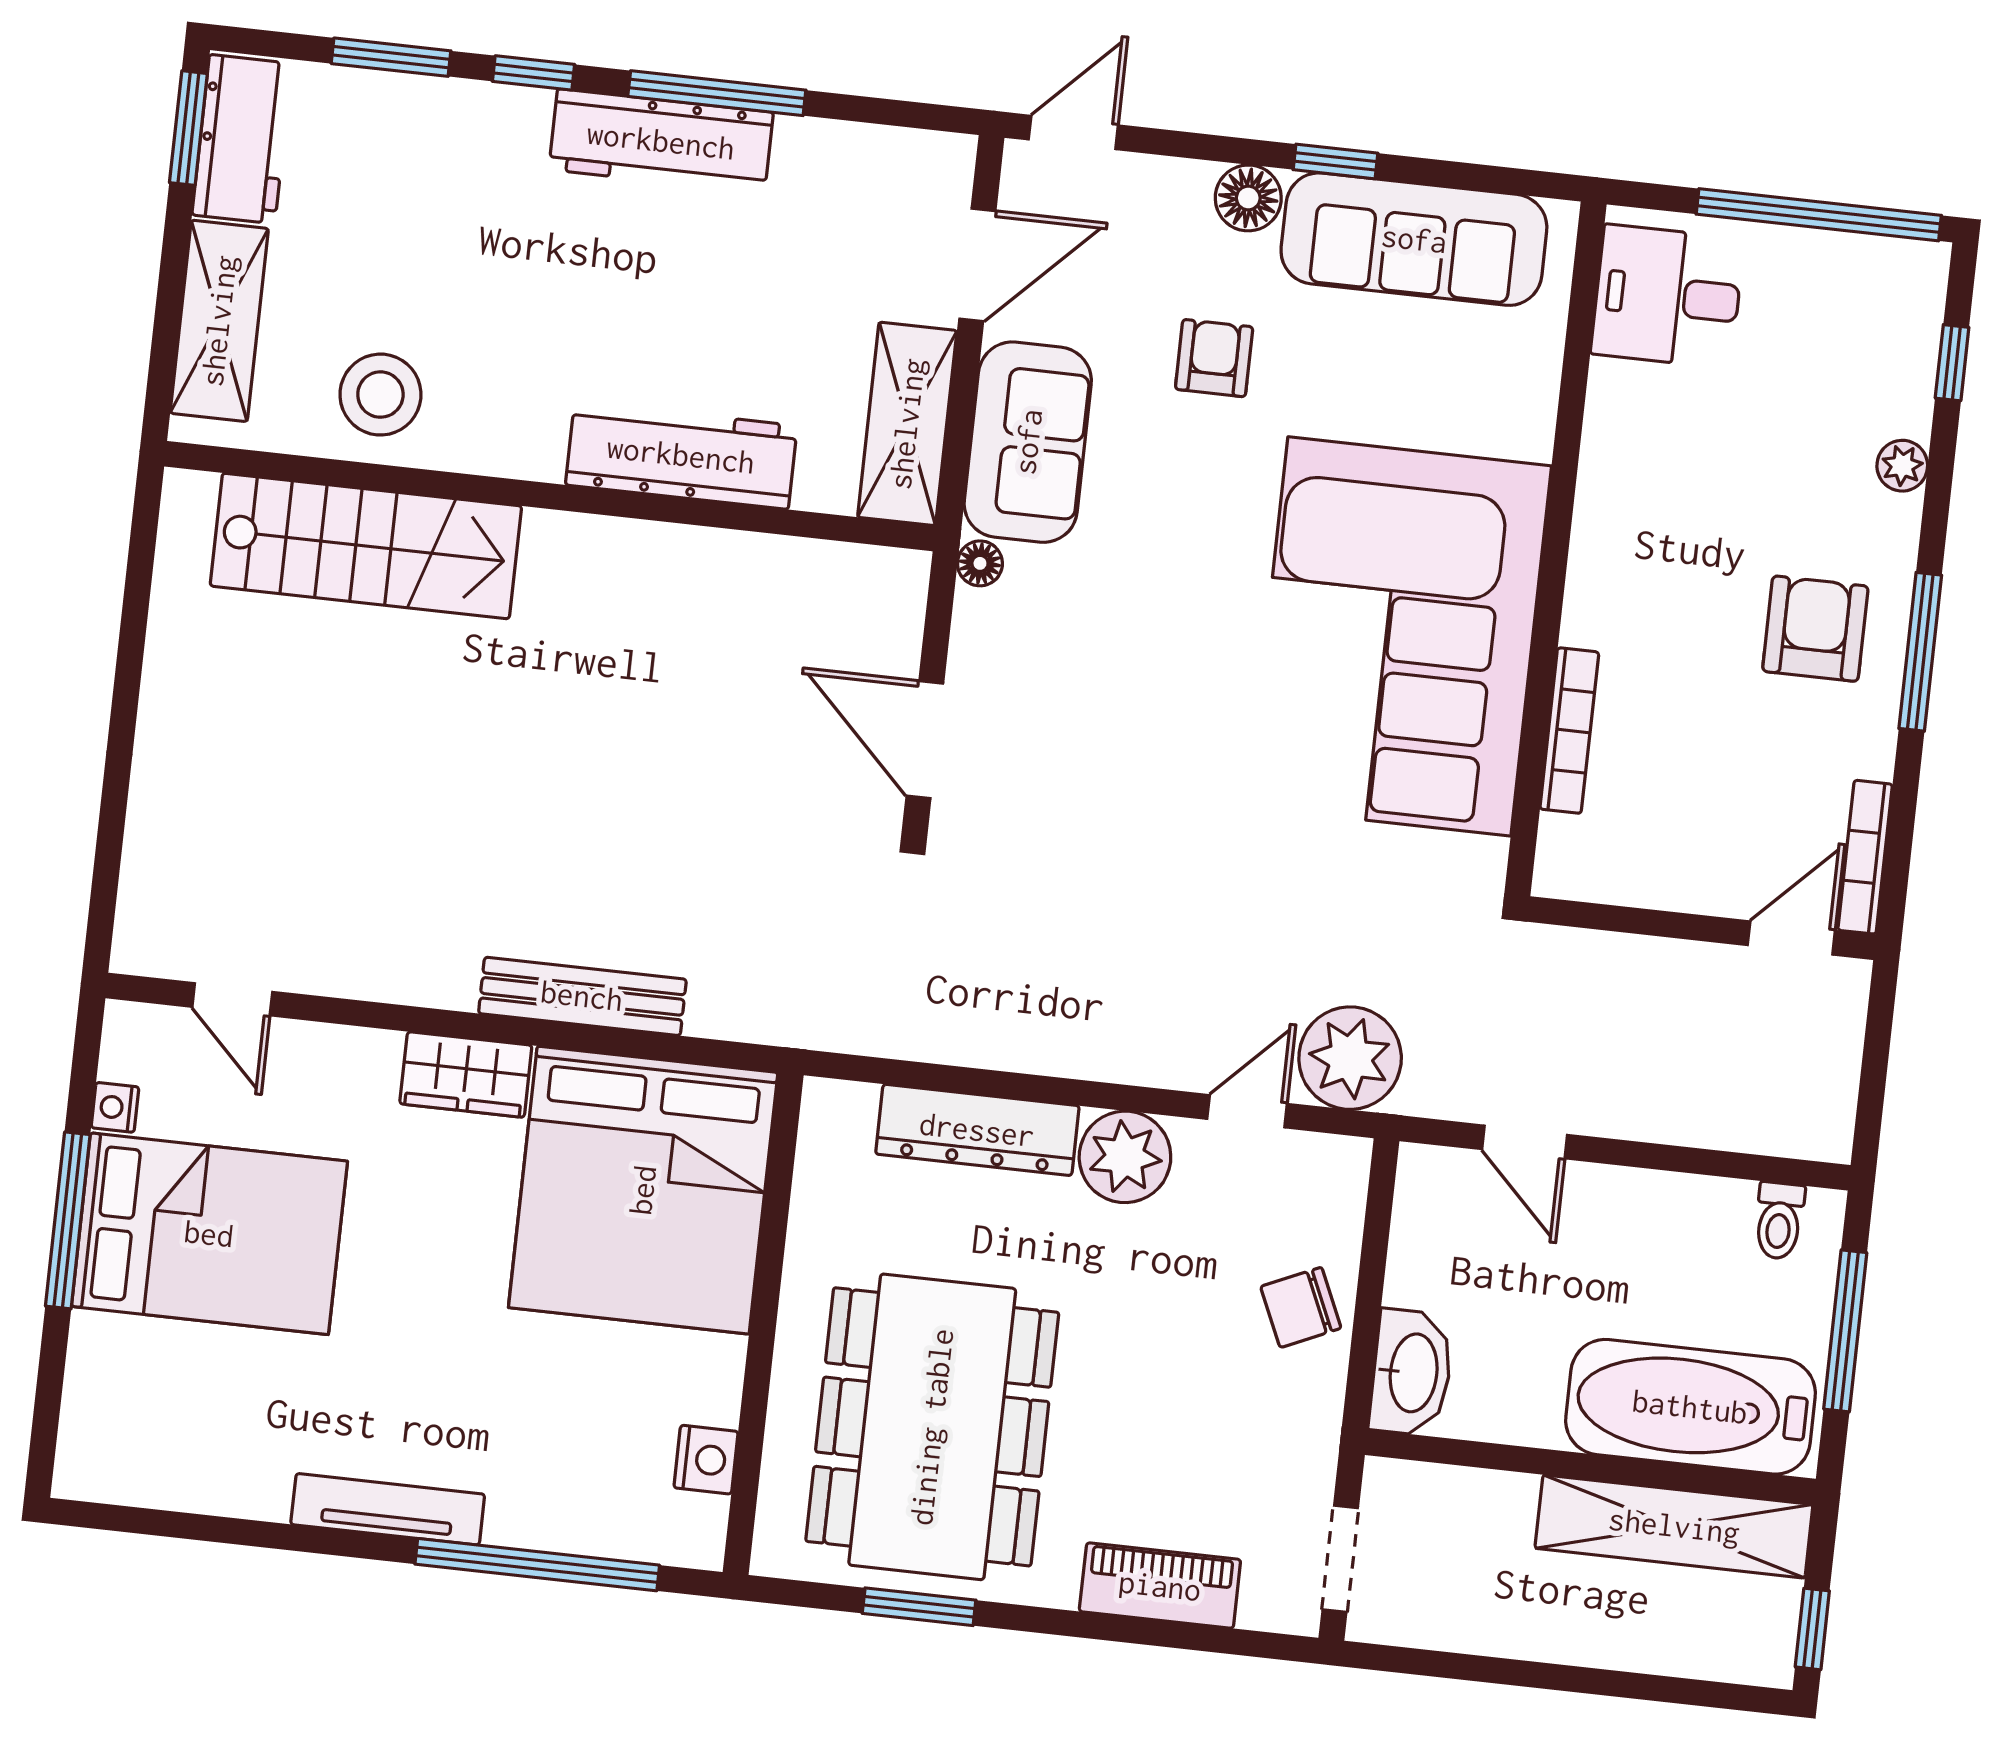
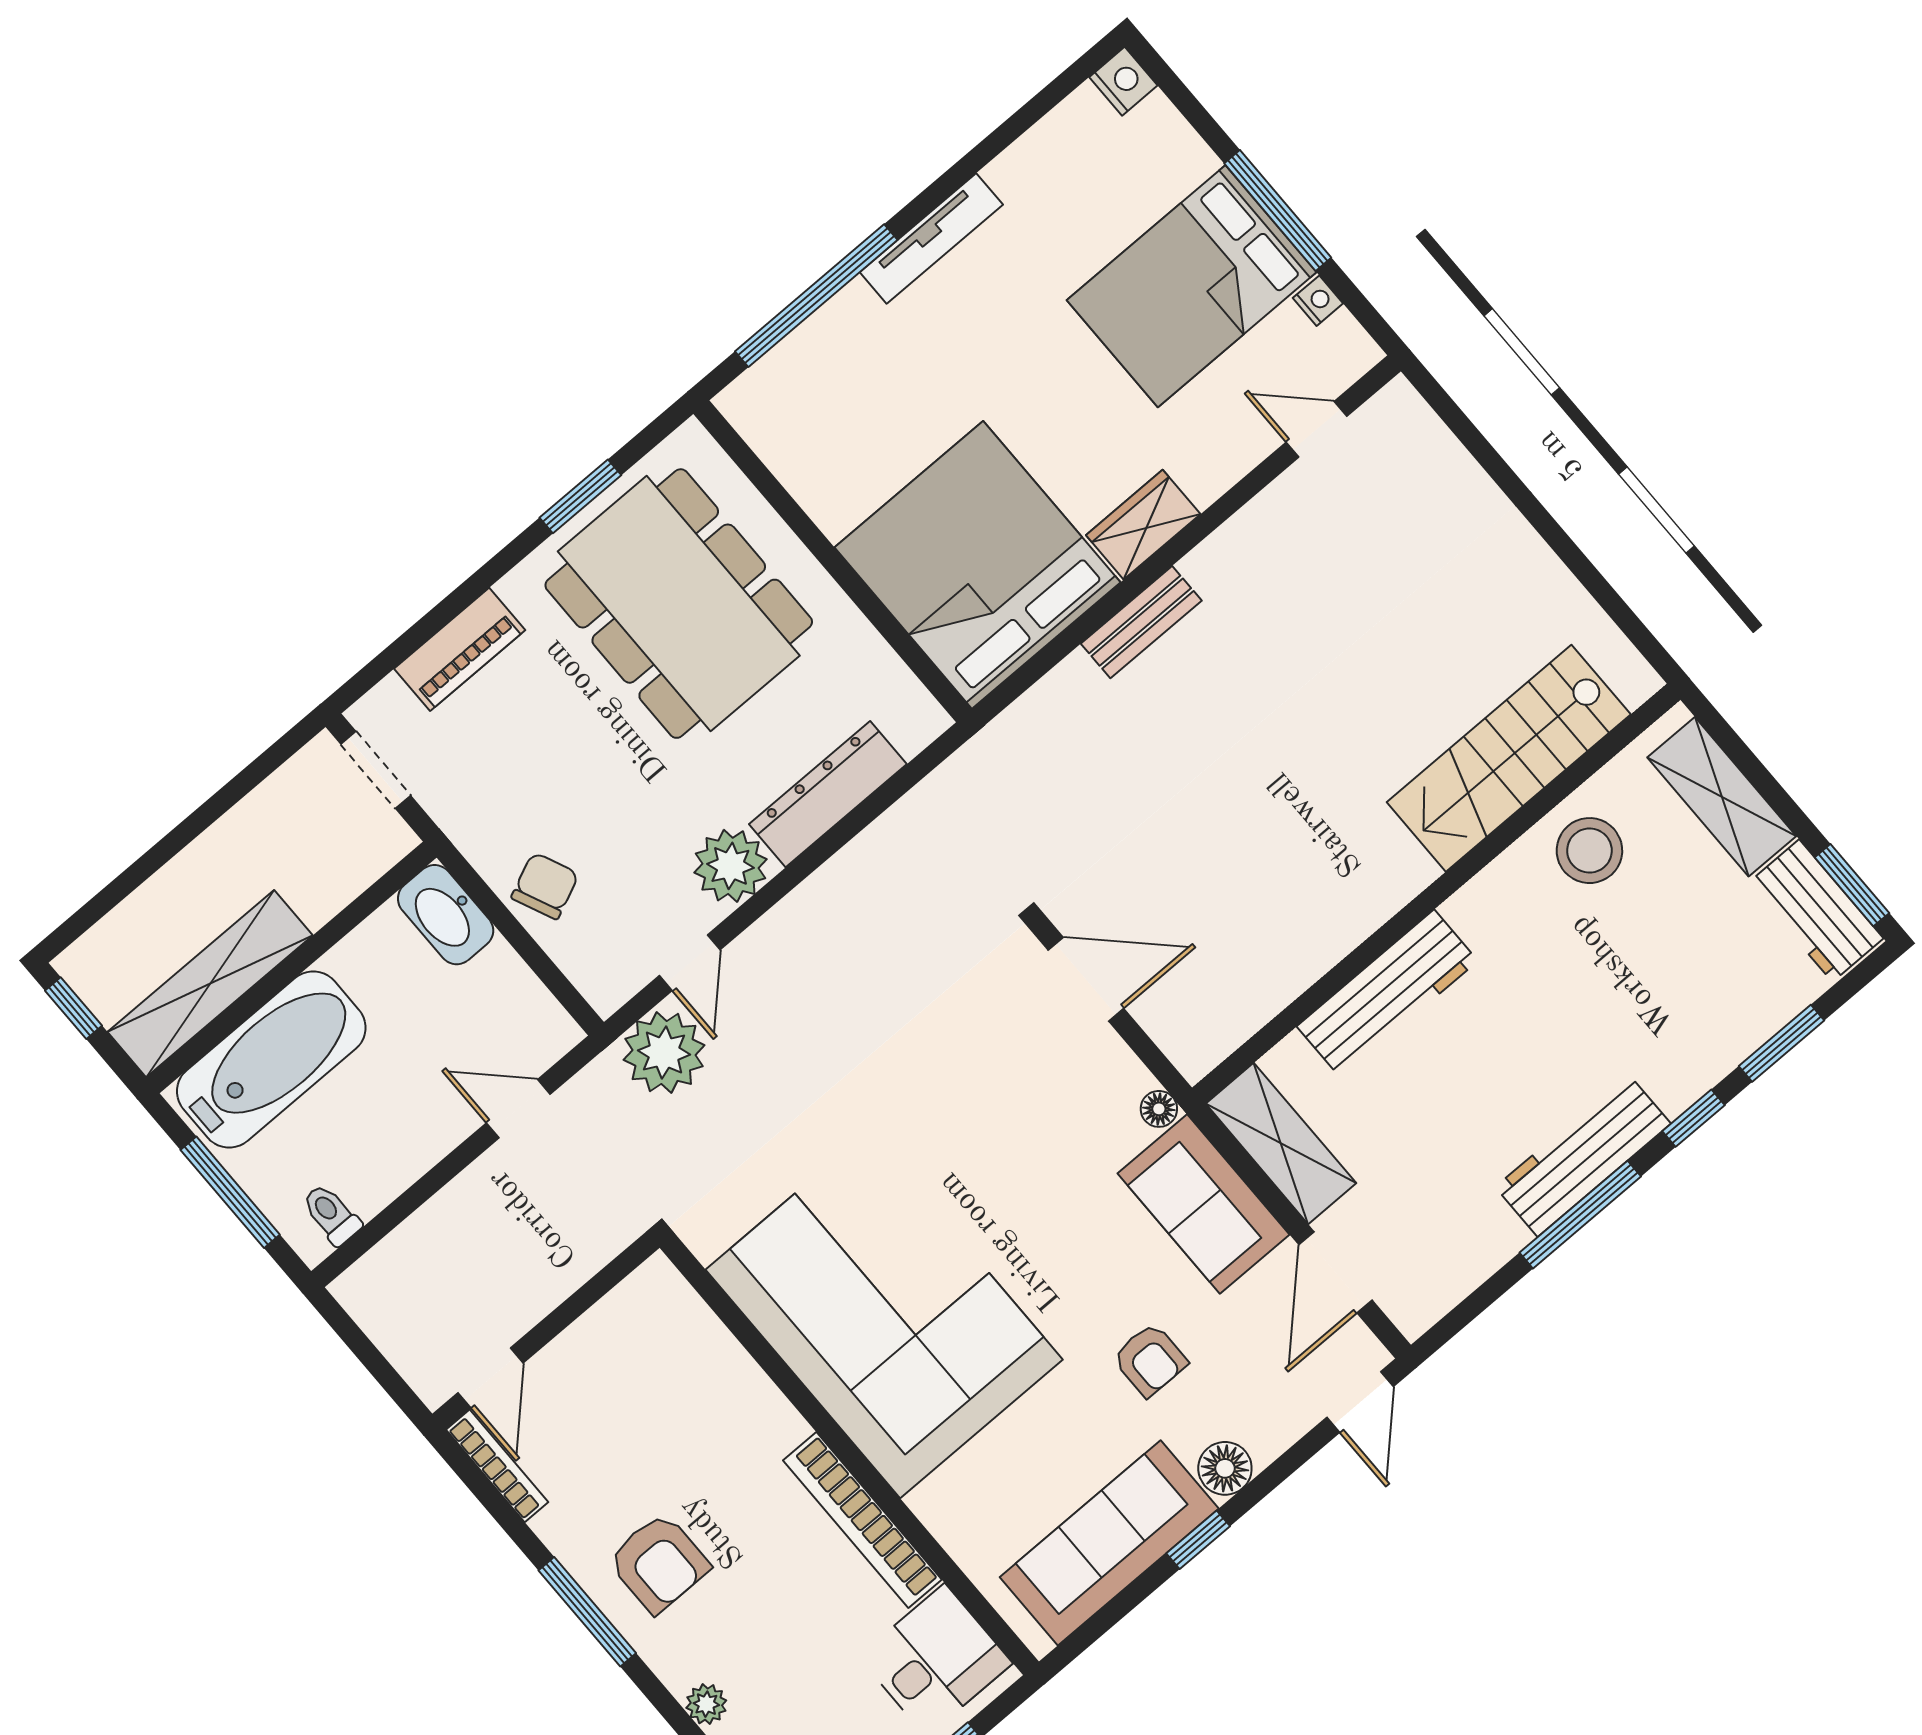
bookcase: (1569, 731) -> (862, 1520), moved, width x1.48, depth x1.31
bench: (582, 996) -> (1141, 622), width x0.73
nightstand: (706, 1460) -> (1123, 81), moved, turned 180

